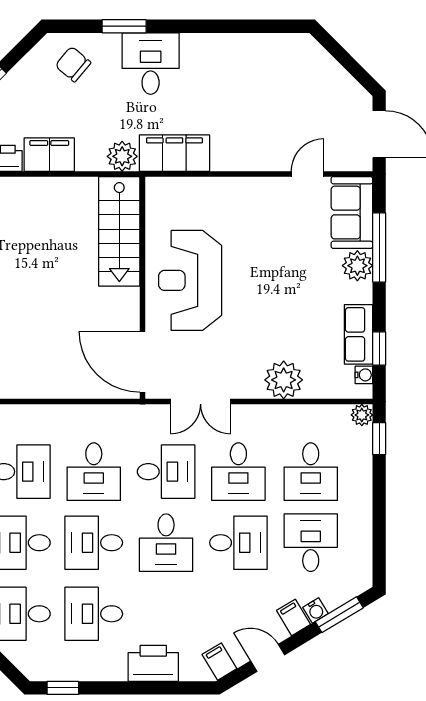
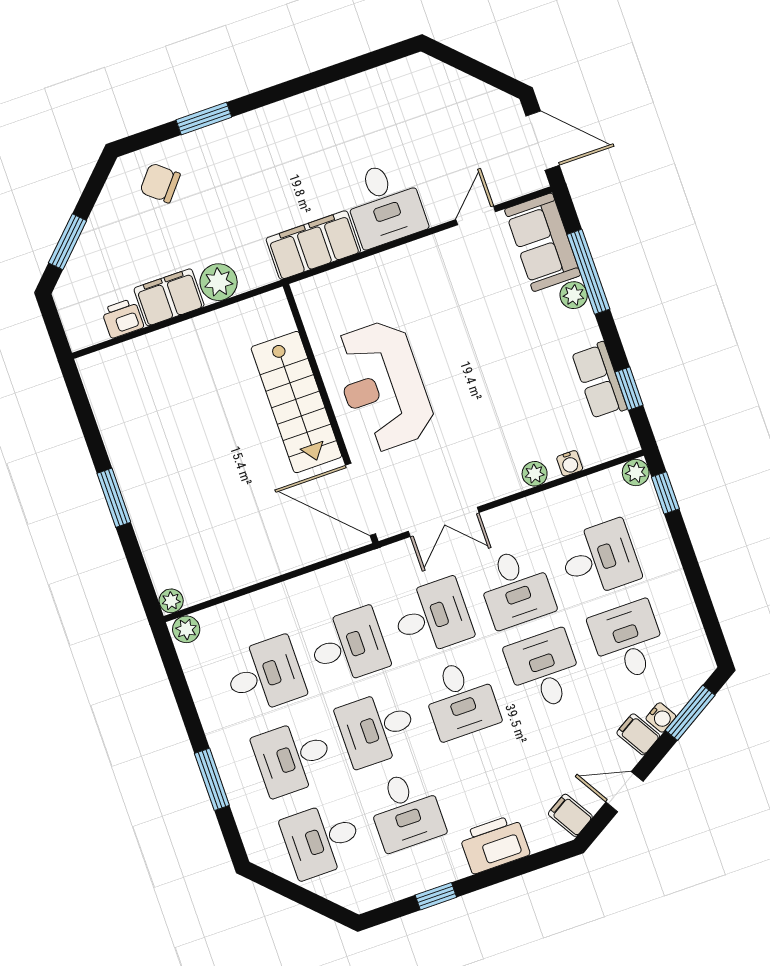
desk: (151, 64) -> (384, 204), moved, turned 180
plant: (122, 156) -> (219, 282), moved
stairs: (119, 231) -> (296, 402), moved
plant: (357, 266) -> (574, 295), width x0.73, depth x0.73
water cooler: (364, 375) -> (570, 463), moved, turned 90
plant: (284, 380) -> (535, 474), width x0.53, depth x0.53
desk: (94, 472) -> (348, 646), turned -90
desk: (311, 472) -> (599, 559), turned -90
desk: (238, 543) -> (544, 670), turned -90
desk: (94, 614) -> (406, 811), turned -90
window: (63, 688) -> (436, 896), moved

